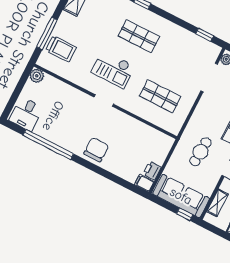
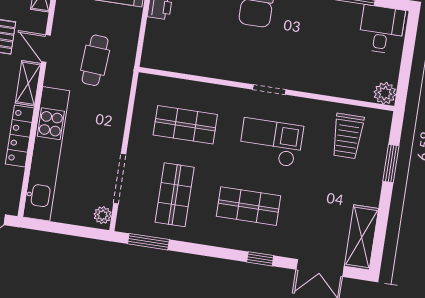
window: (47, 33) -> (391, 163), width x0.69
window: (205, 35) -> (148, 242), width x1.50
trolley: (61, 49) -> (348, 136), moved, turned -90
shop shelf: (180, 57) -> (175, 195), added

